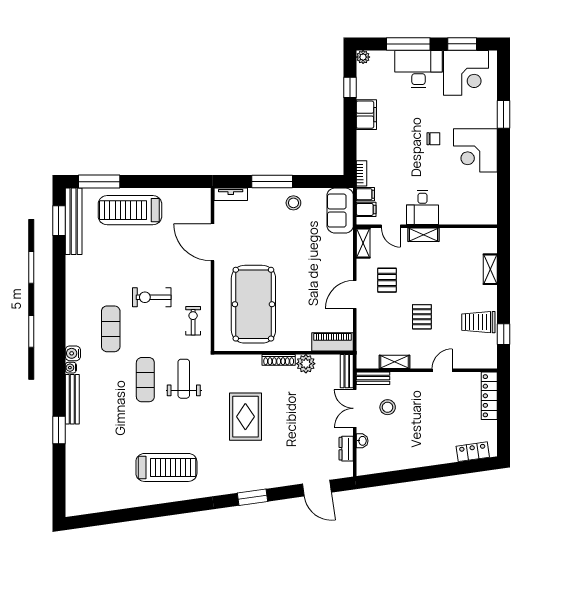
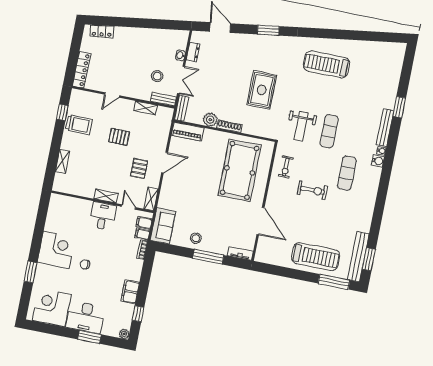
window: (408, 44) -> (89, 337), width x0.69
window: (462, 44) -> (50, 329), removed
pallet: (422, 317) -> (119, 137), turned 90

